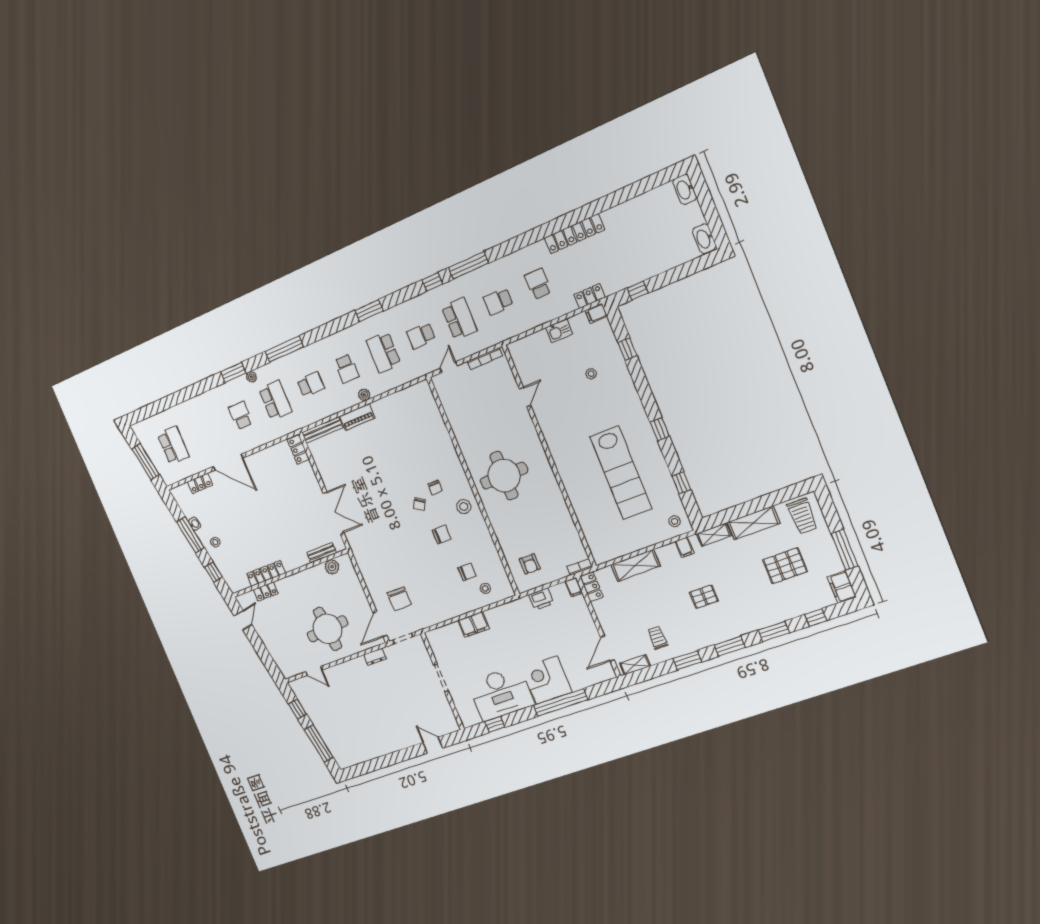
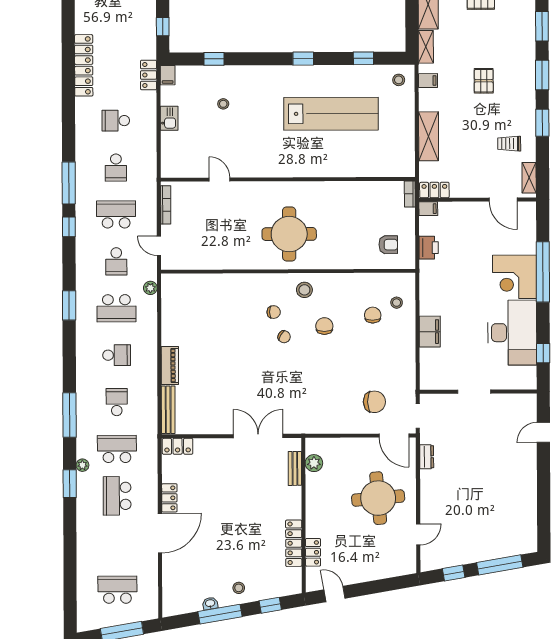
plant: (364, 395) -> (150, 288), moved
school desk: (241, 415) -> (117, 496), width x1.85
locker: (200, 483) -> (169, 498), moved

